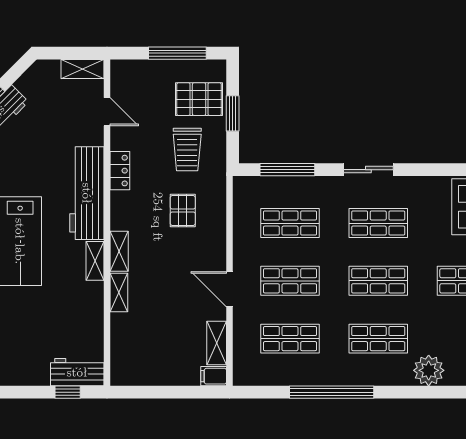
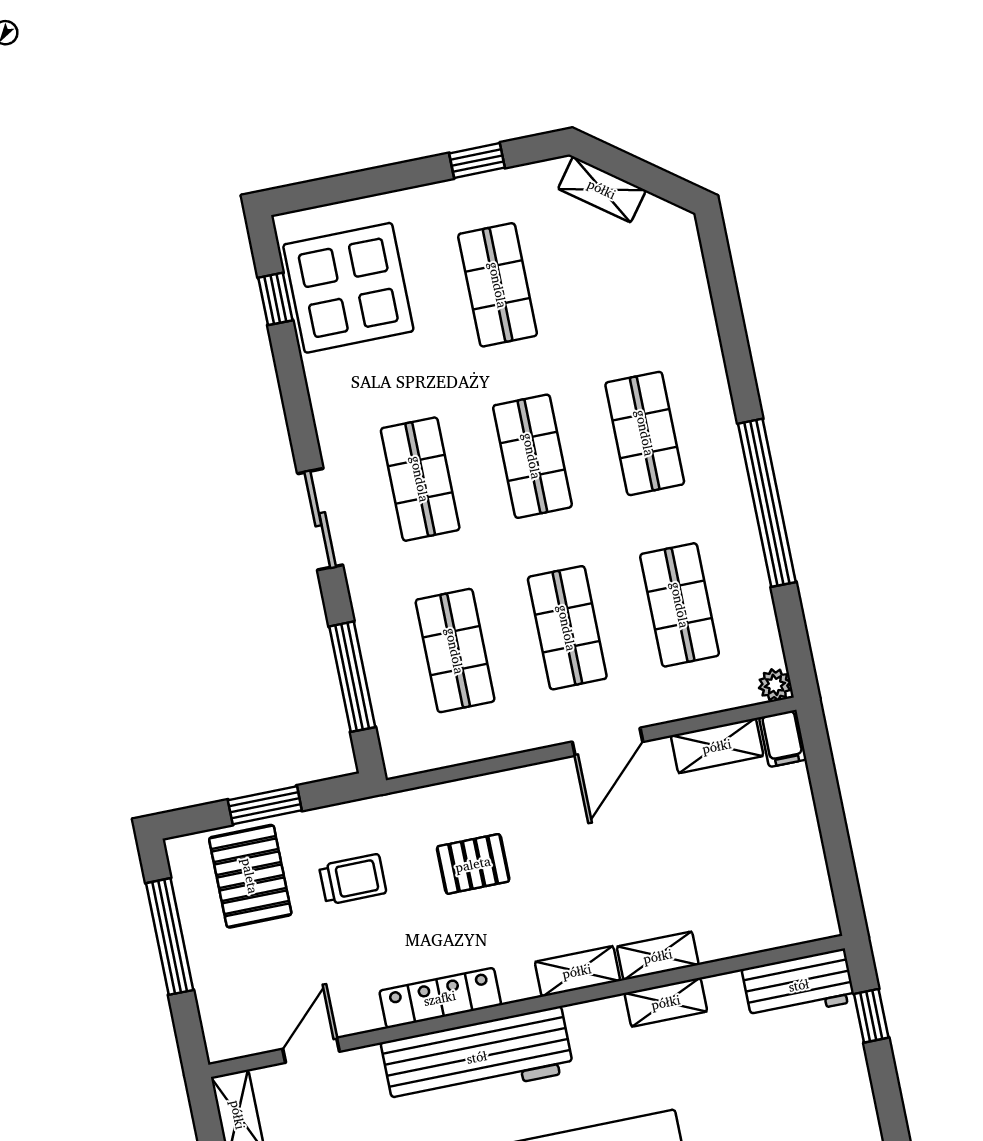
trolley: (187, 149) -> (353, 879), width x0.73, depth x0.72
locker: (120, 171) -> (440, 998), width x1.53
shelving: (95, 261) -> (666, 1002), moved
plant: (429, 370) -> (775, 685), moved, width x0.53, depth x0.53
workbench: (77, 372) -> (799, 985), moved, turned -90

